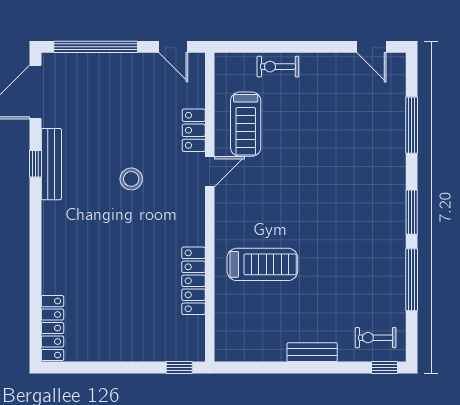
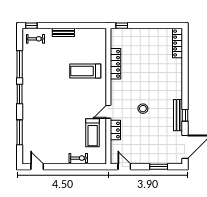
window: (96, 47) -> (159, 167), width x0.47
treadmill: (246, 124) -> (93, 133), turned 180

